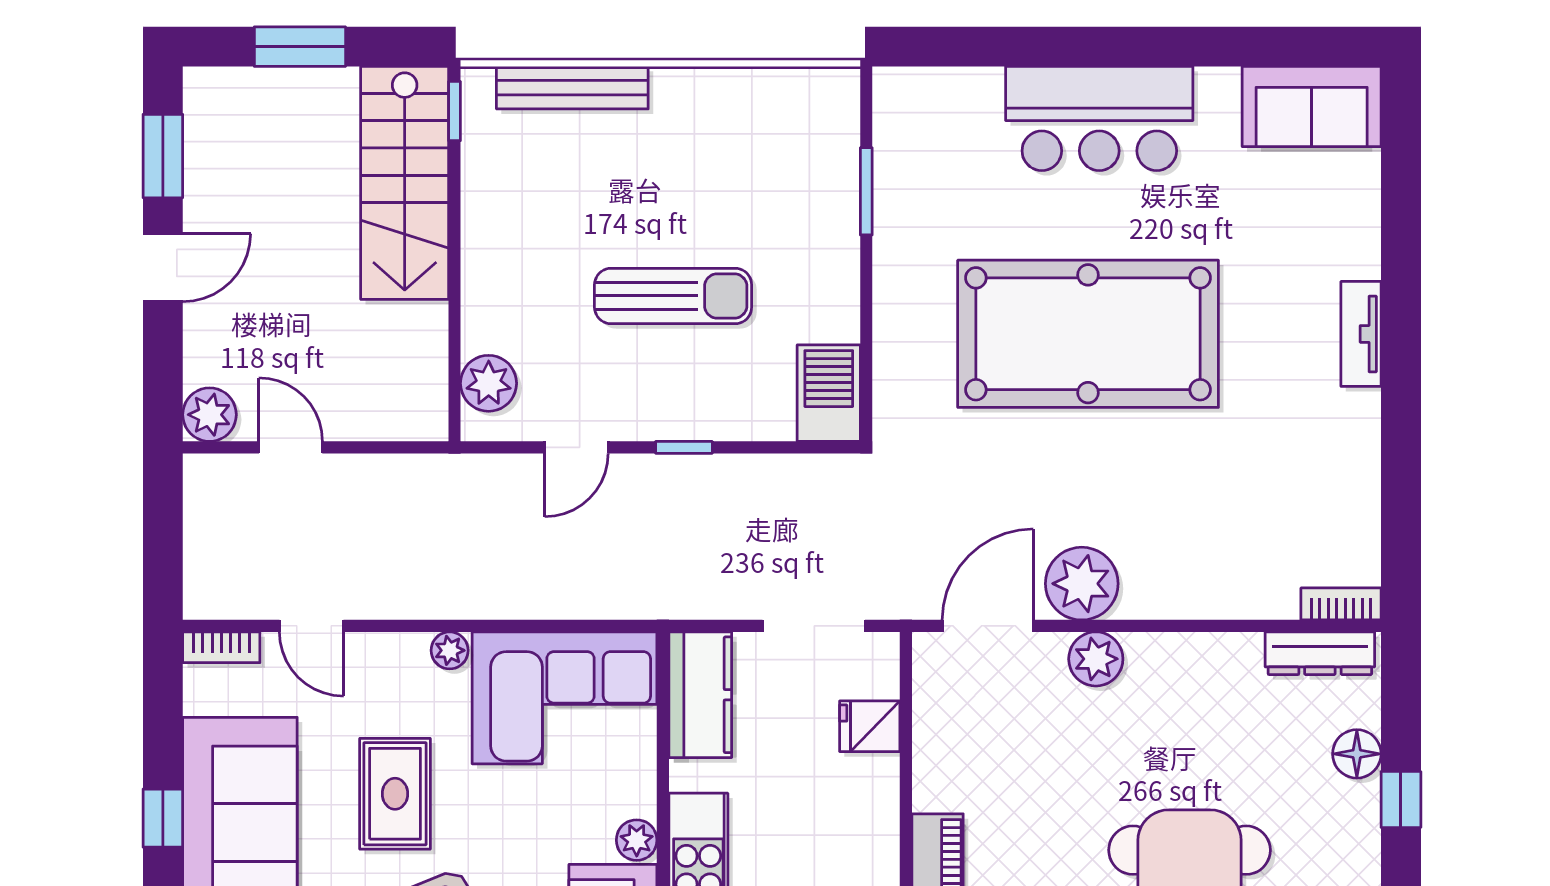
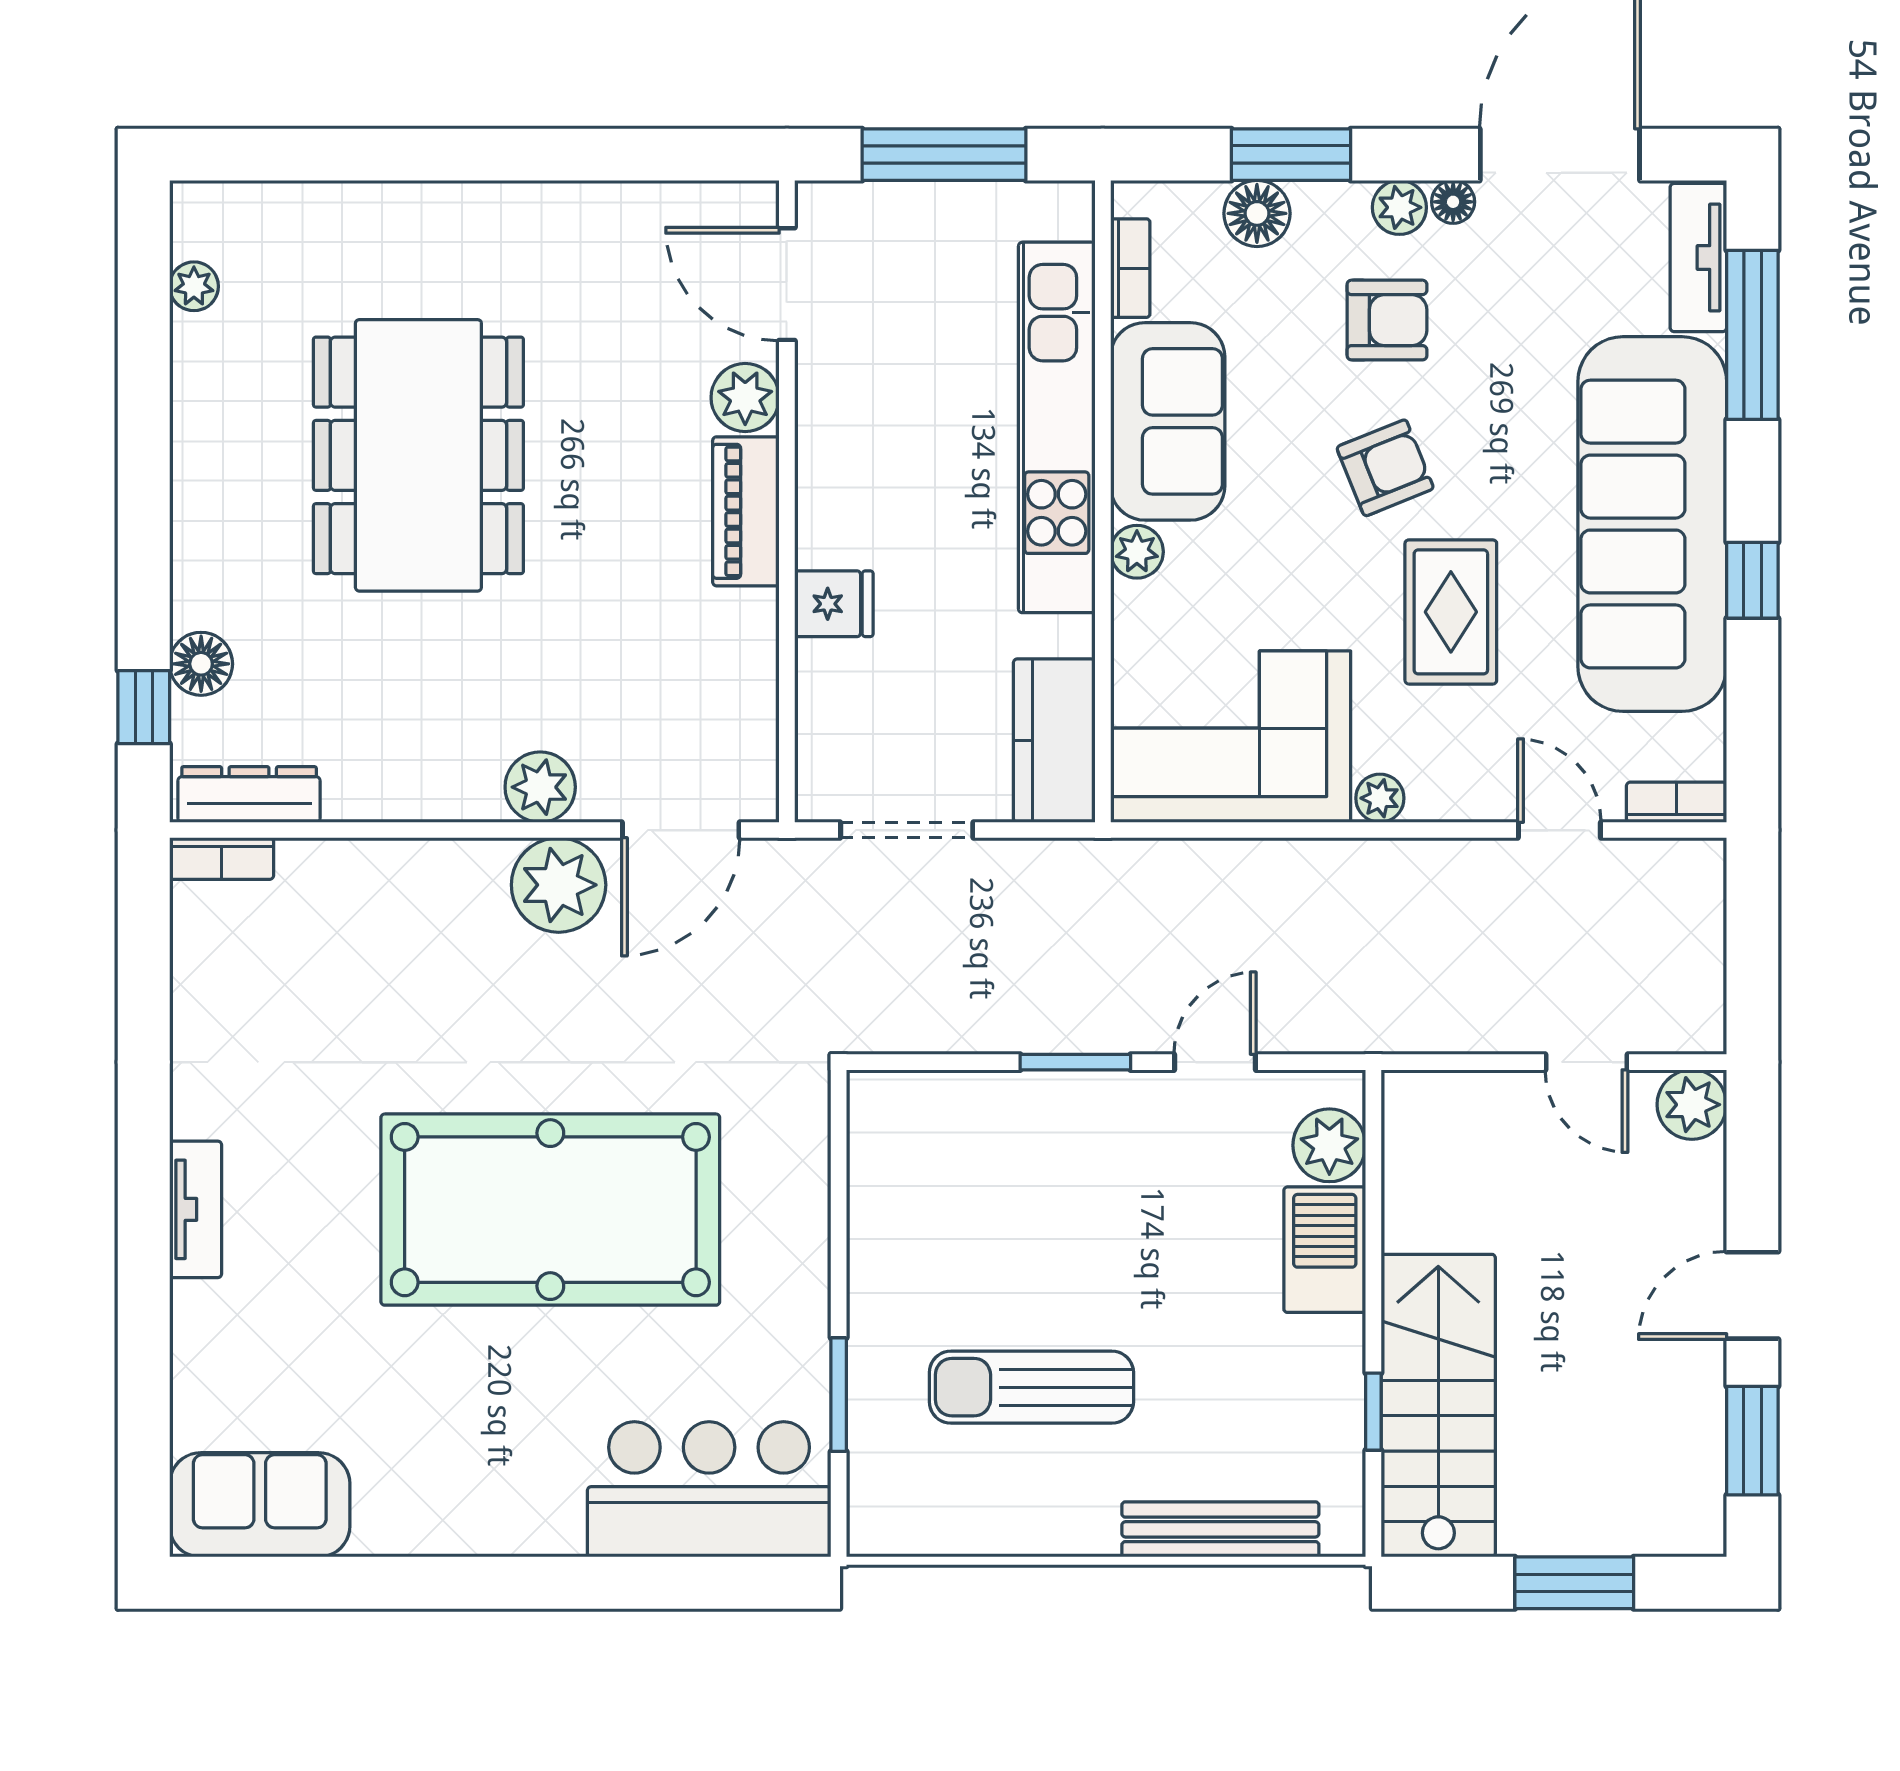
window: (455, 111) -> (1373, 1412), moved
bar counter: (1099, 118) -> (709, 1489), moved
sun lounger: (673, 296) -> (1031, 1387), moved
barbecue: (829, 393) -> (1325, 1250), moved, turned 180
window: (684, 447) -> (1075, 1062), width x1.50
fridge: (870, 726) -> (834, 604), moved
window: (1401, 800) -> (144, 707), moved

